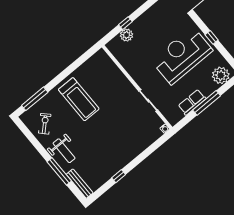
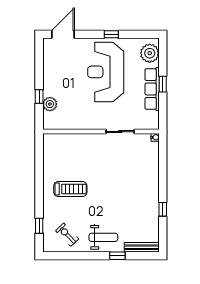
window: (35, 99) -> (39, 226), width x0.46
treadmill: (79, 99) -> (70, 189), width x0.73, depth x0.73
row of seats: (192, 102) -> (152, 89), width x1.48
window: (207, 103) -> (163, 84), width x0.46
window: (59, 171) -> (117, 256), width x0.46

